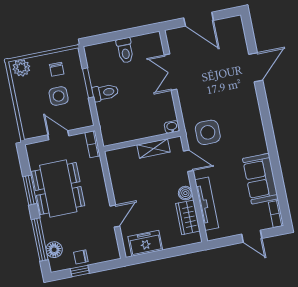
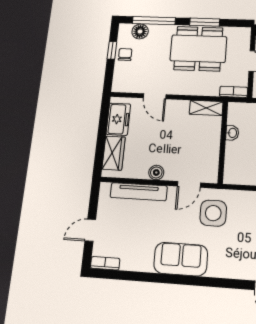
washbasin: (172, 127) -> (232, 133), moved
shelving: (154, 148) -> (206, 108), moved, turned 90
sofa: (260, 179) -> (181, 259), moved
wardrobe: (188, 217) -> (114, 153), moved, turned 90

